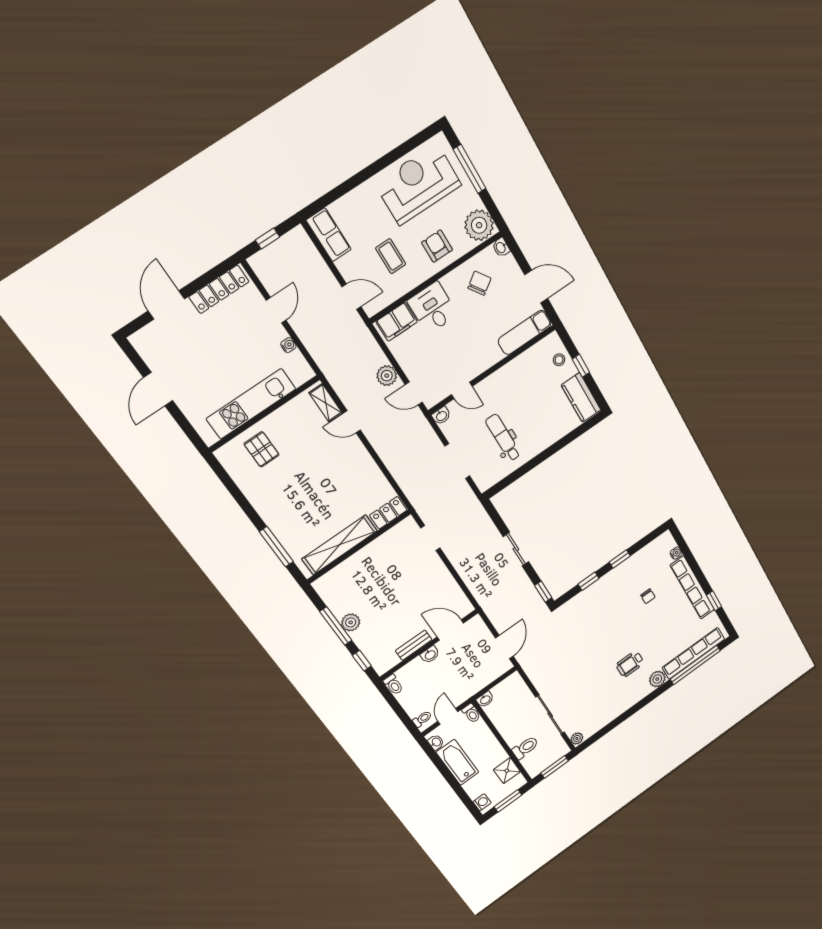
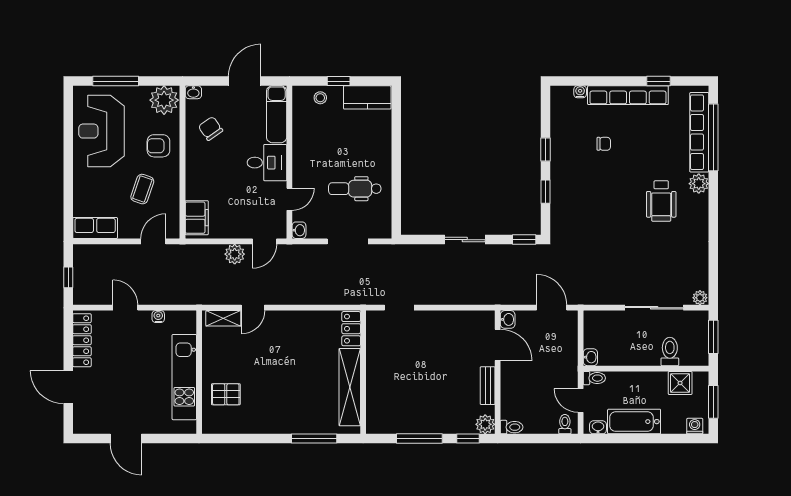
coffee table: (391, 256) -> (142, 189), turned -71
desk: (433, 308) -> (267, 163), moved, turned 180
plant: (351, 622) -> (485, 424), moved
door: (450, 630) -> (498, 345), swing flipped
washbasin: (430, 655) -> (508, 319), moved
wheelchair: (630, 664) -> (661, 201), width x1.36, depth x1.37

